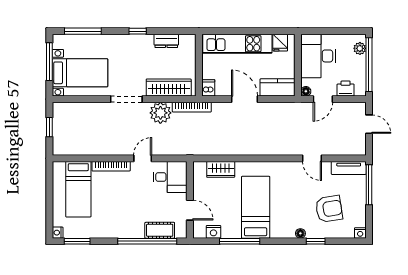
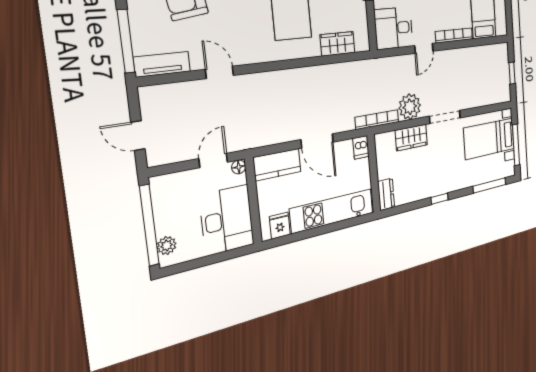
dresser: (166, 41) -> (386, 194), moved, turned 90
wardrobe: (169, 88) -> (411, 138), width x0.67
printer: (346, 89) -> (181, 182), removed

